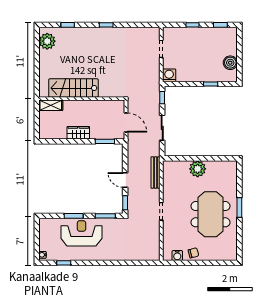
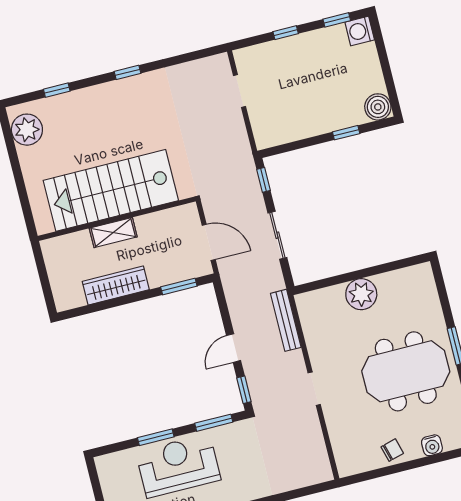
boiler: (230, 63) -> (378, 107), moved
washing machine: (169, 75) -> (360, 31), moved, turned -90
stairs: (73, 88) -> (111, 190), width x1.36, depth x1.51
shelving: (51, 105) -> (113, 233), moved
wardrobe: (78, 133) -> (116, 285), width x1.50
door: (125, 180) -> (233, 348), hinge flipped
meeting table: (210, 214) -> (406, 371), turned 90
water cooler: (177, 256) -> (432, 445), moved

